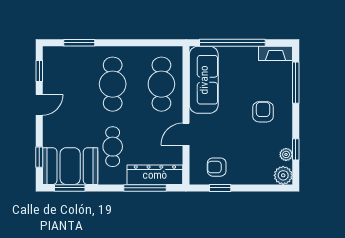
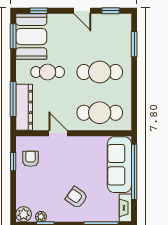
sofa: (204, 80) -> (119, 165), moved, turned 90
armchair: (263, 112) -> (77, 197), turned -145

